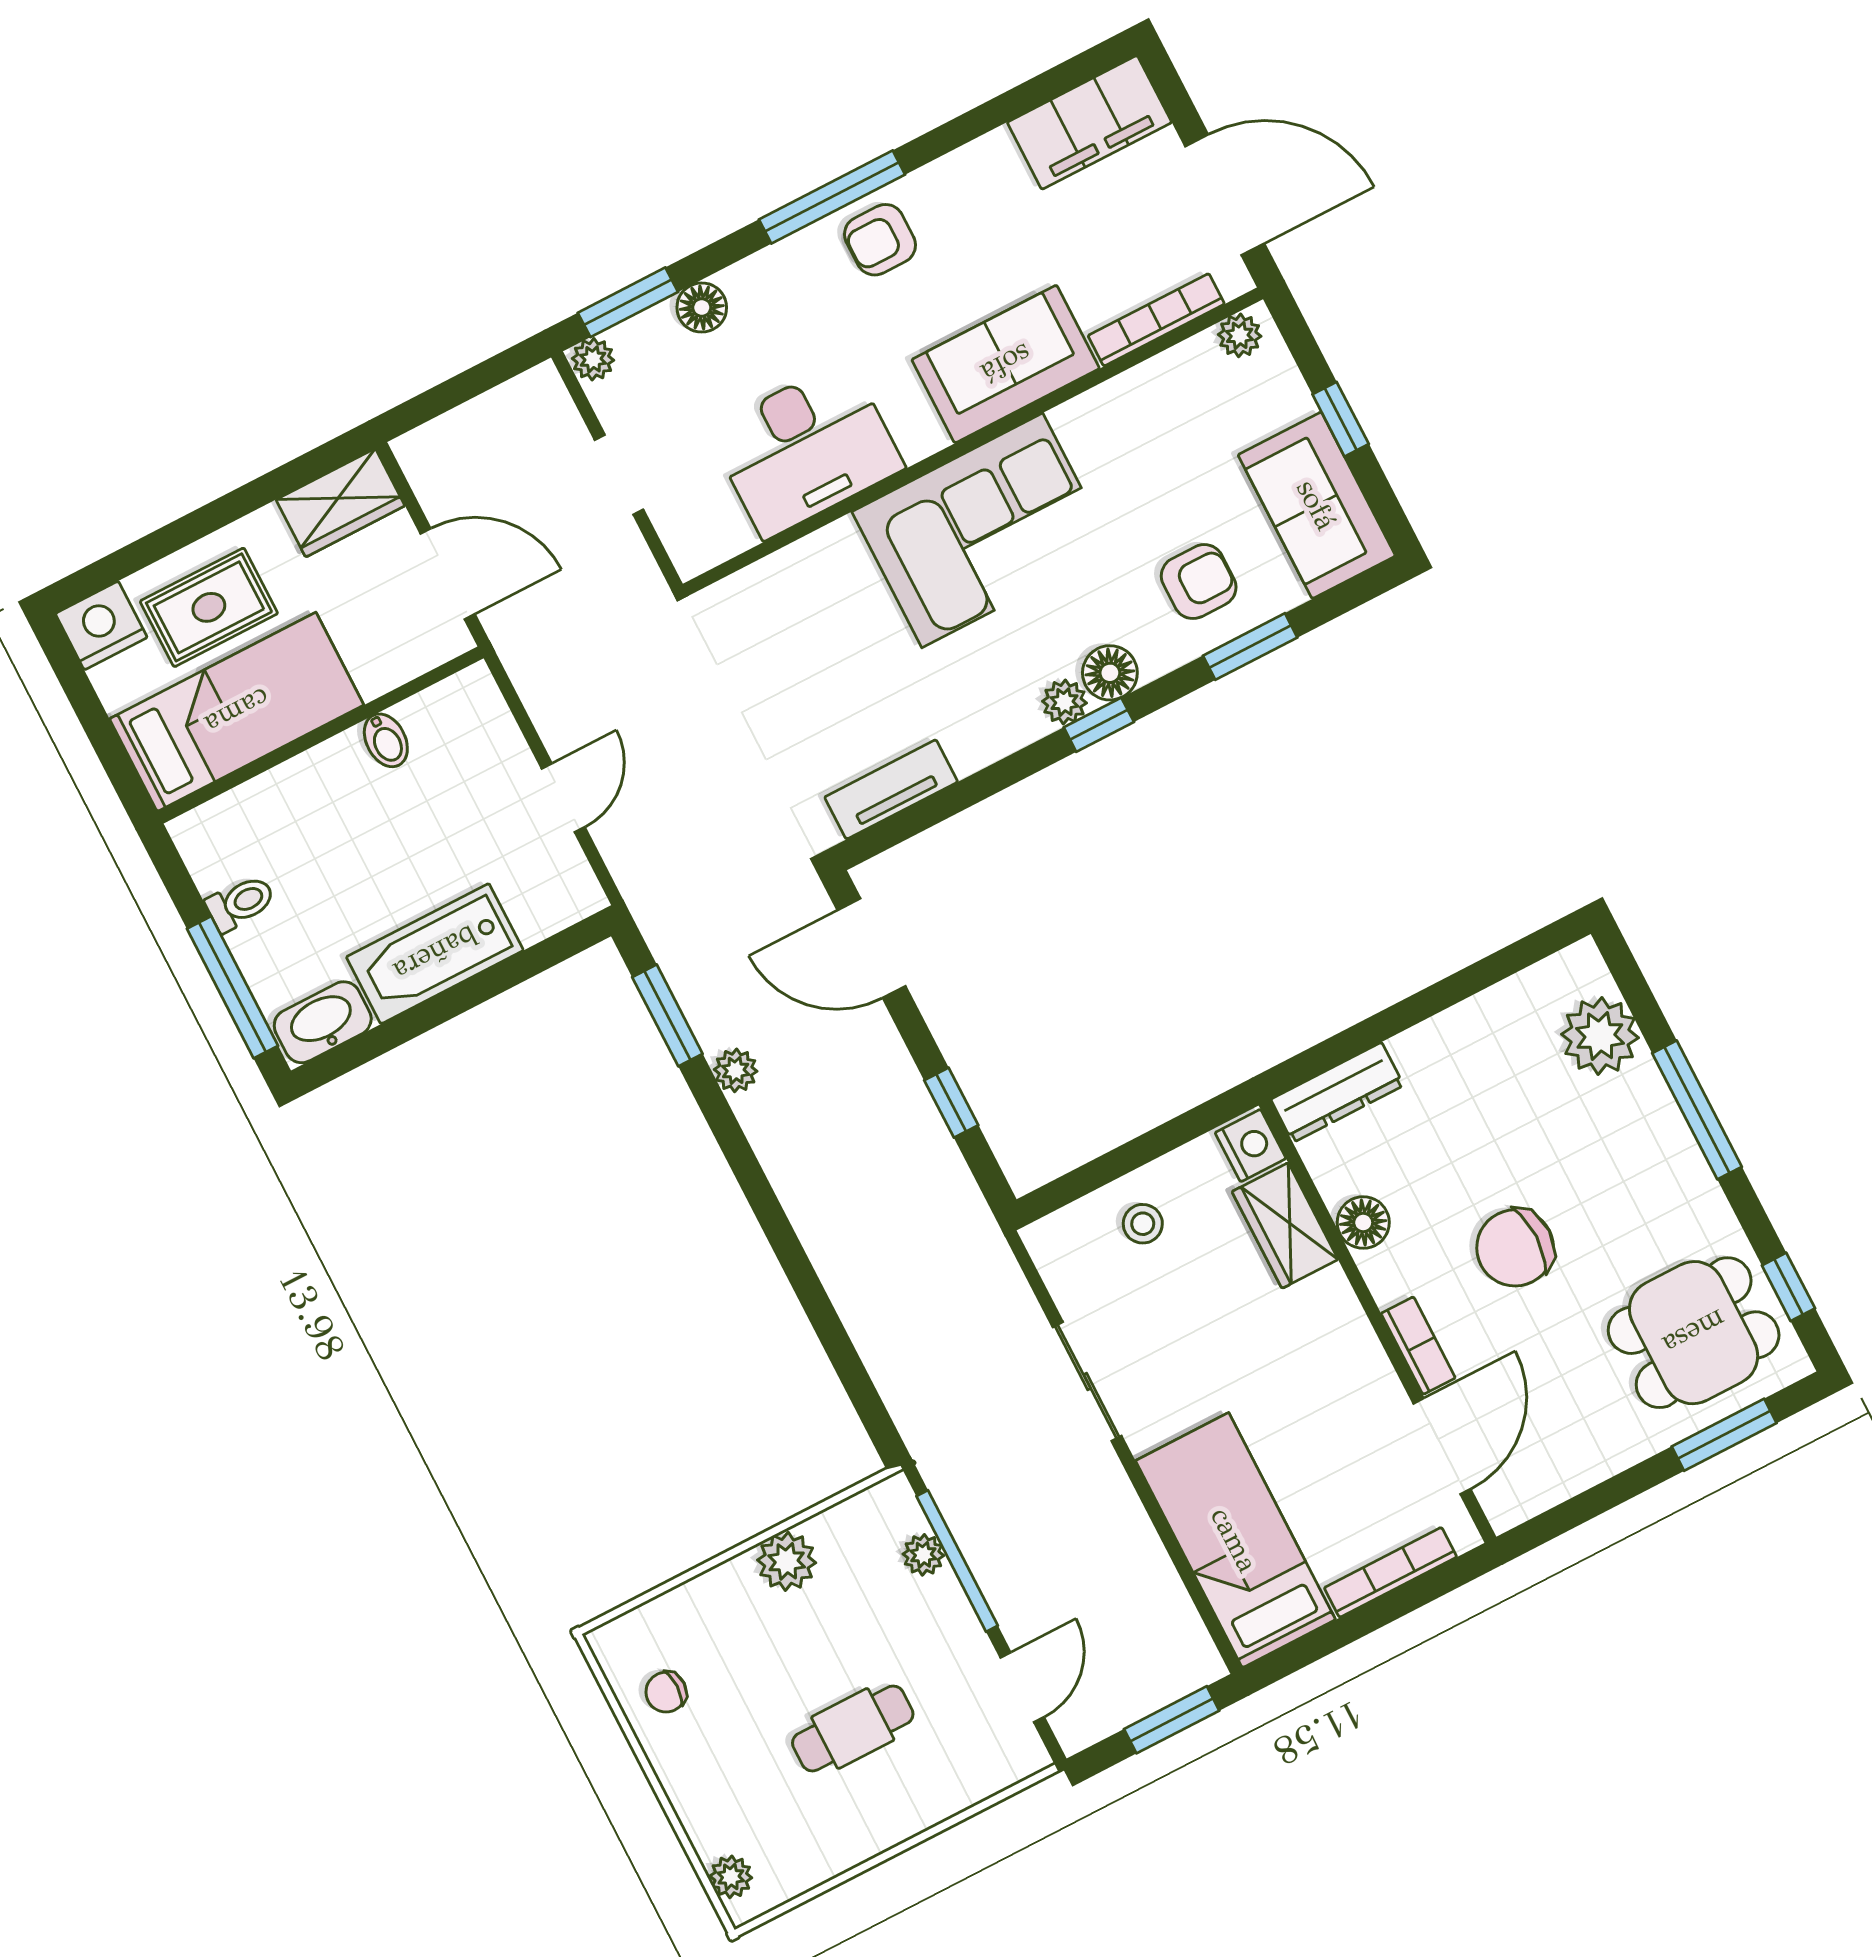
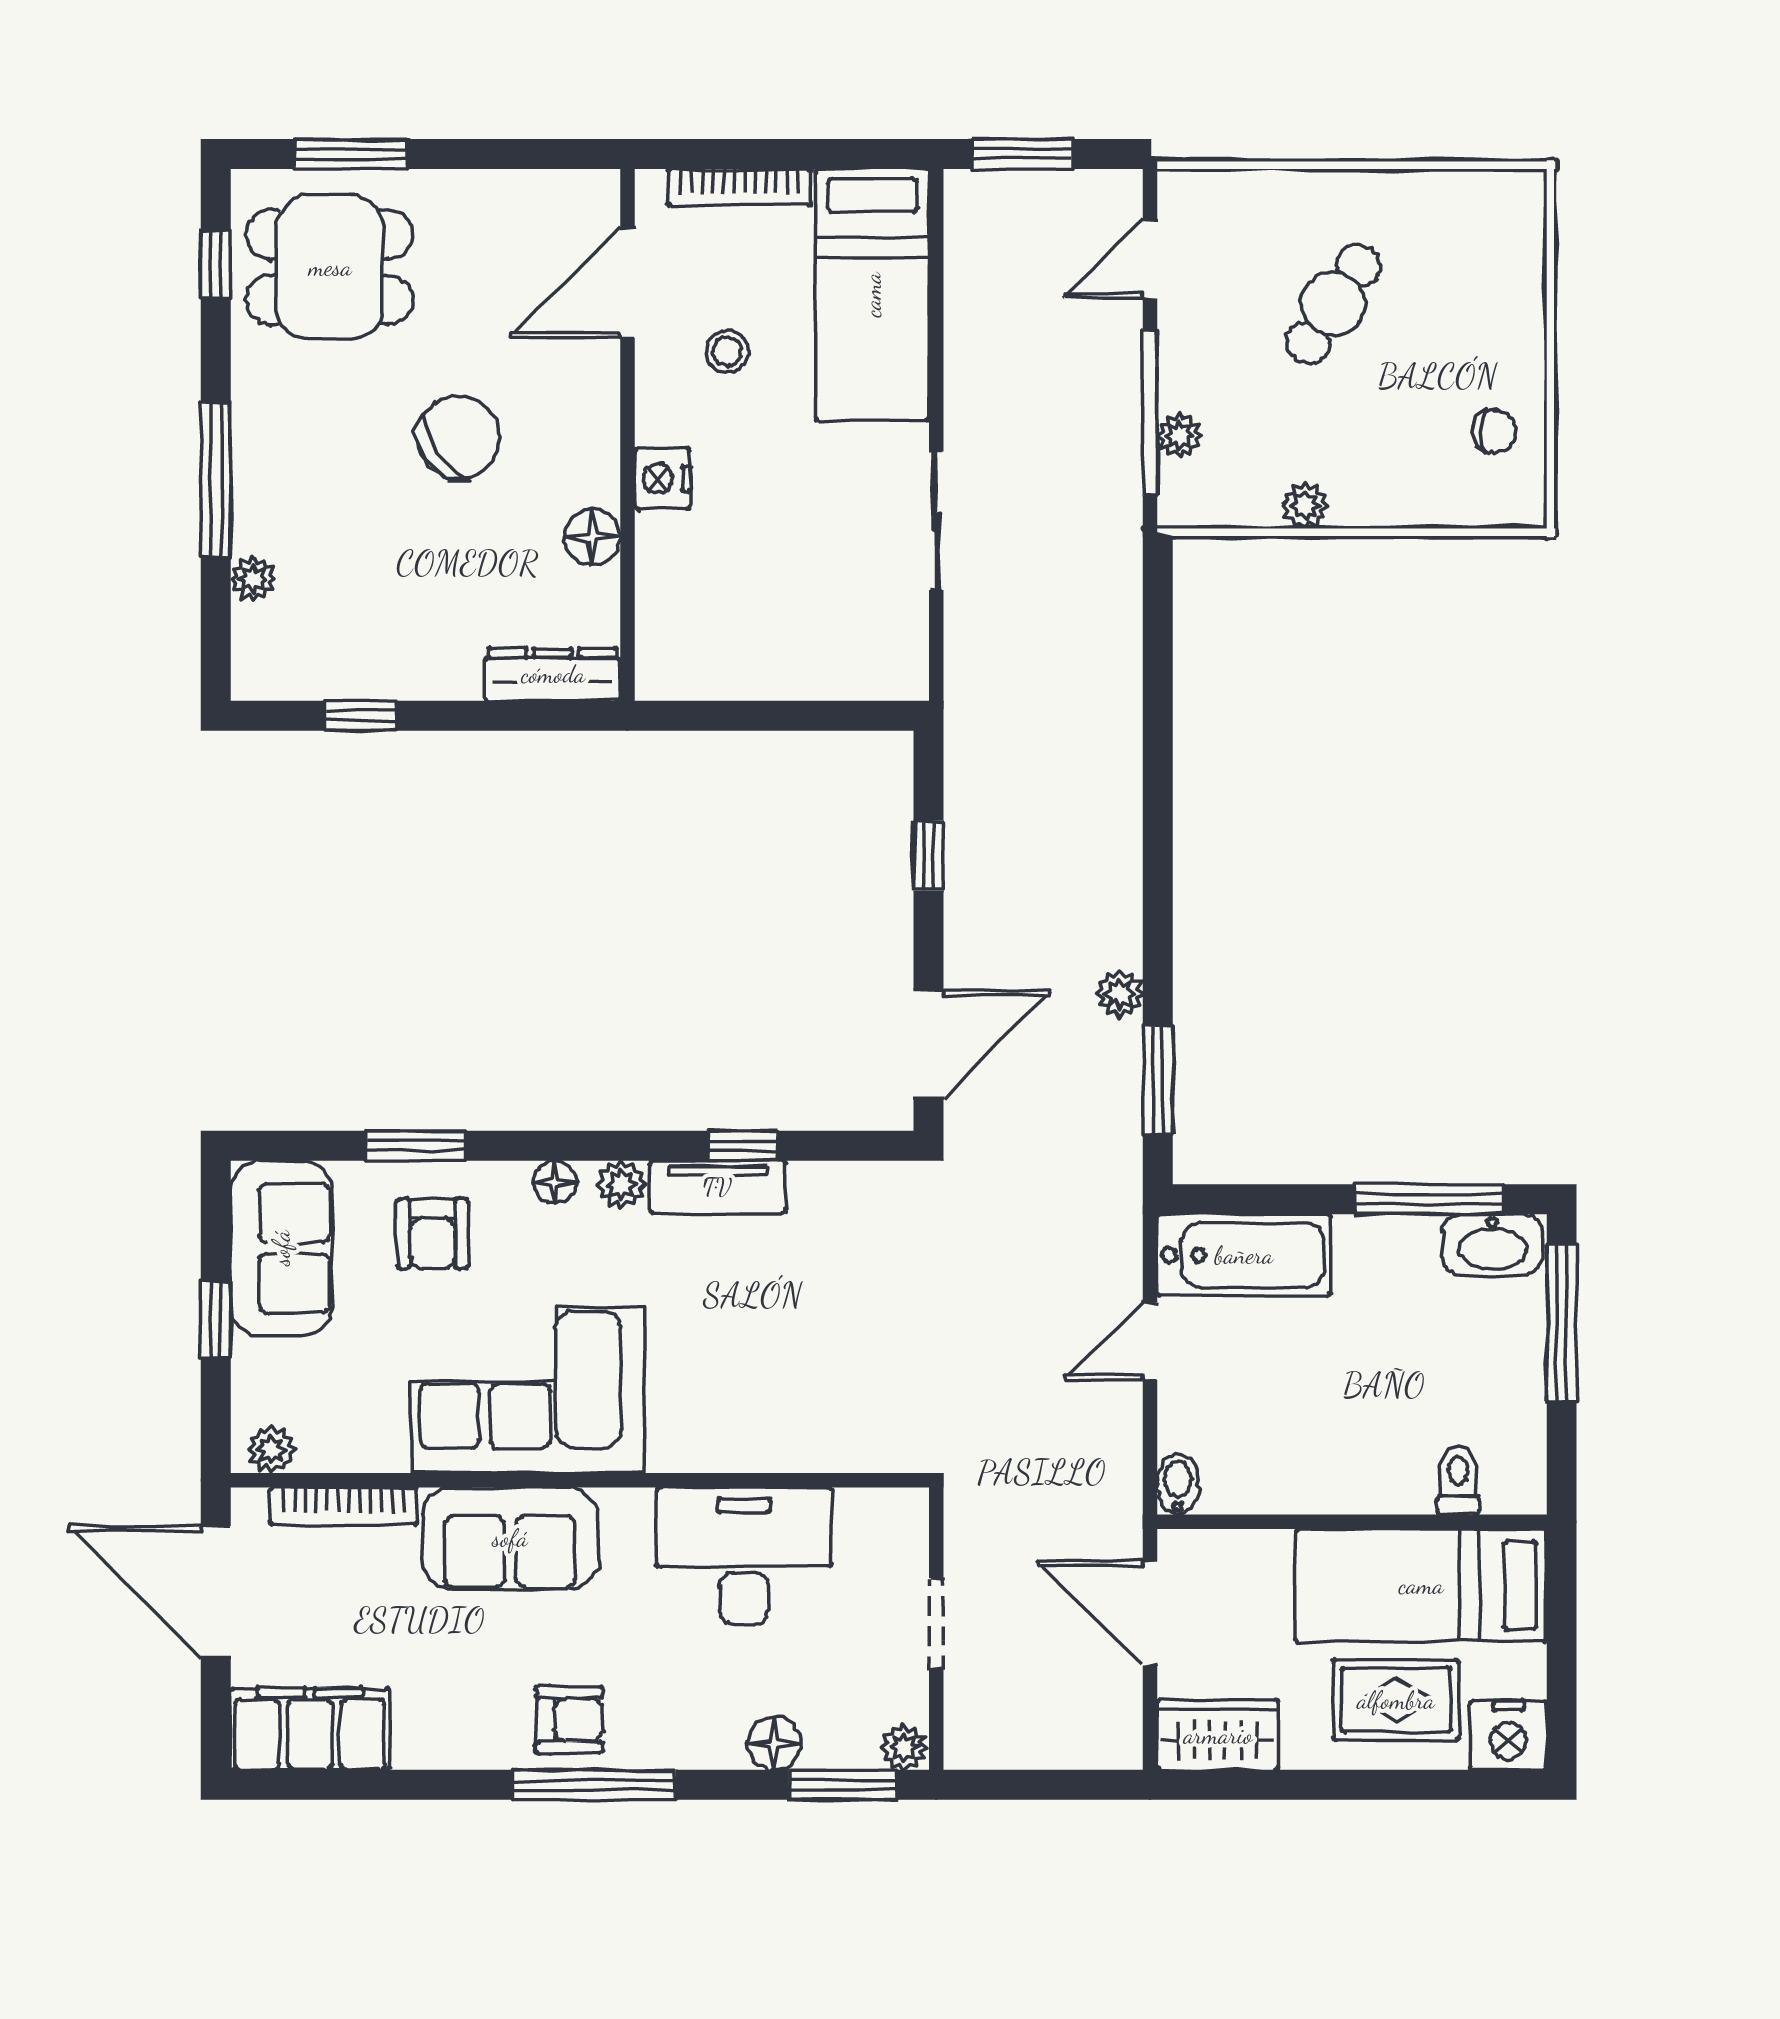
corner sofa: (982, 530) -> (528, 1390), moved
armchair: (1199, 582) -> (433, 1234), turned -90
floor lamp: (1110, 673) -> (555, 1182), width x0.73, depth x0.73
window: (1099, 725) -> (742, 1146), moved
bidet: (386, 740) -> (1178, 1484), moved
tv unit: (891, 789) -> (718, 1187), moved
toilet: (240, 903) -> (1458, 1480), moved, turned 90
door: (871, 948) -> (929, 1044), hinge flipped
bathtub: (435, 954) -> (1244, 1255), moved
window: (1478, 977) -> (361, 716), added
window: (394, 1033) -> (1429, 1199), added
plant: (1600, 1036) -> (253, 579), width x0.53, depth x0.53
nightstand: (1251, 1146) -> (662, 478), moved
stool: (1143, 1224) -> (727, 351), moved
wardrobe: (1285, 1226) -> (669, 572), removed
chair: (1515, 1248) -> (459, 437), turned -35
bookcase: (1418, 1346) -> (600, 391), removed
plant: (787, 1561) -> (1305, 506), width x0.73, depth x0.73
cafe table: (853, 1728) -> (1333, 304), turned -57
plant: (731, 1877) -> (1524, 222), removed

